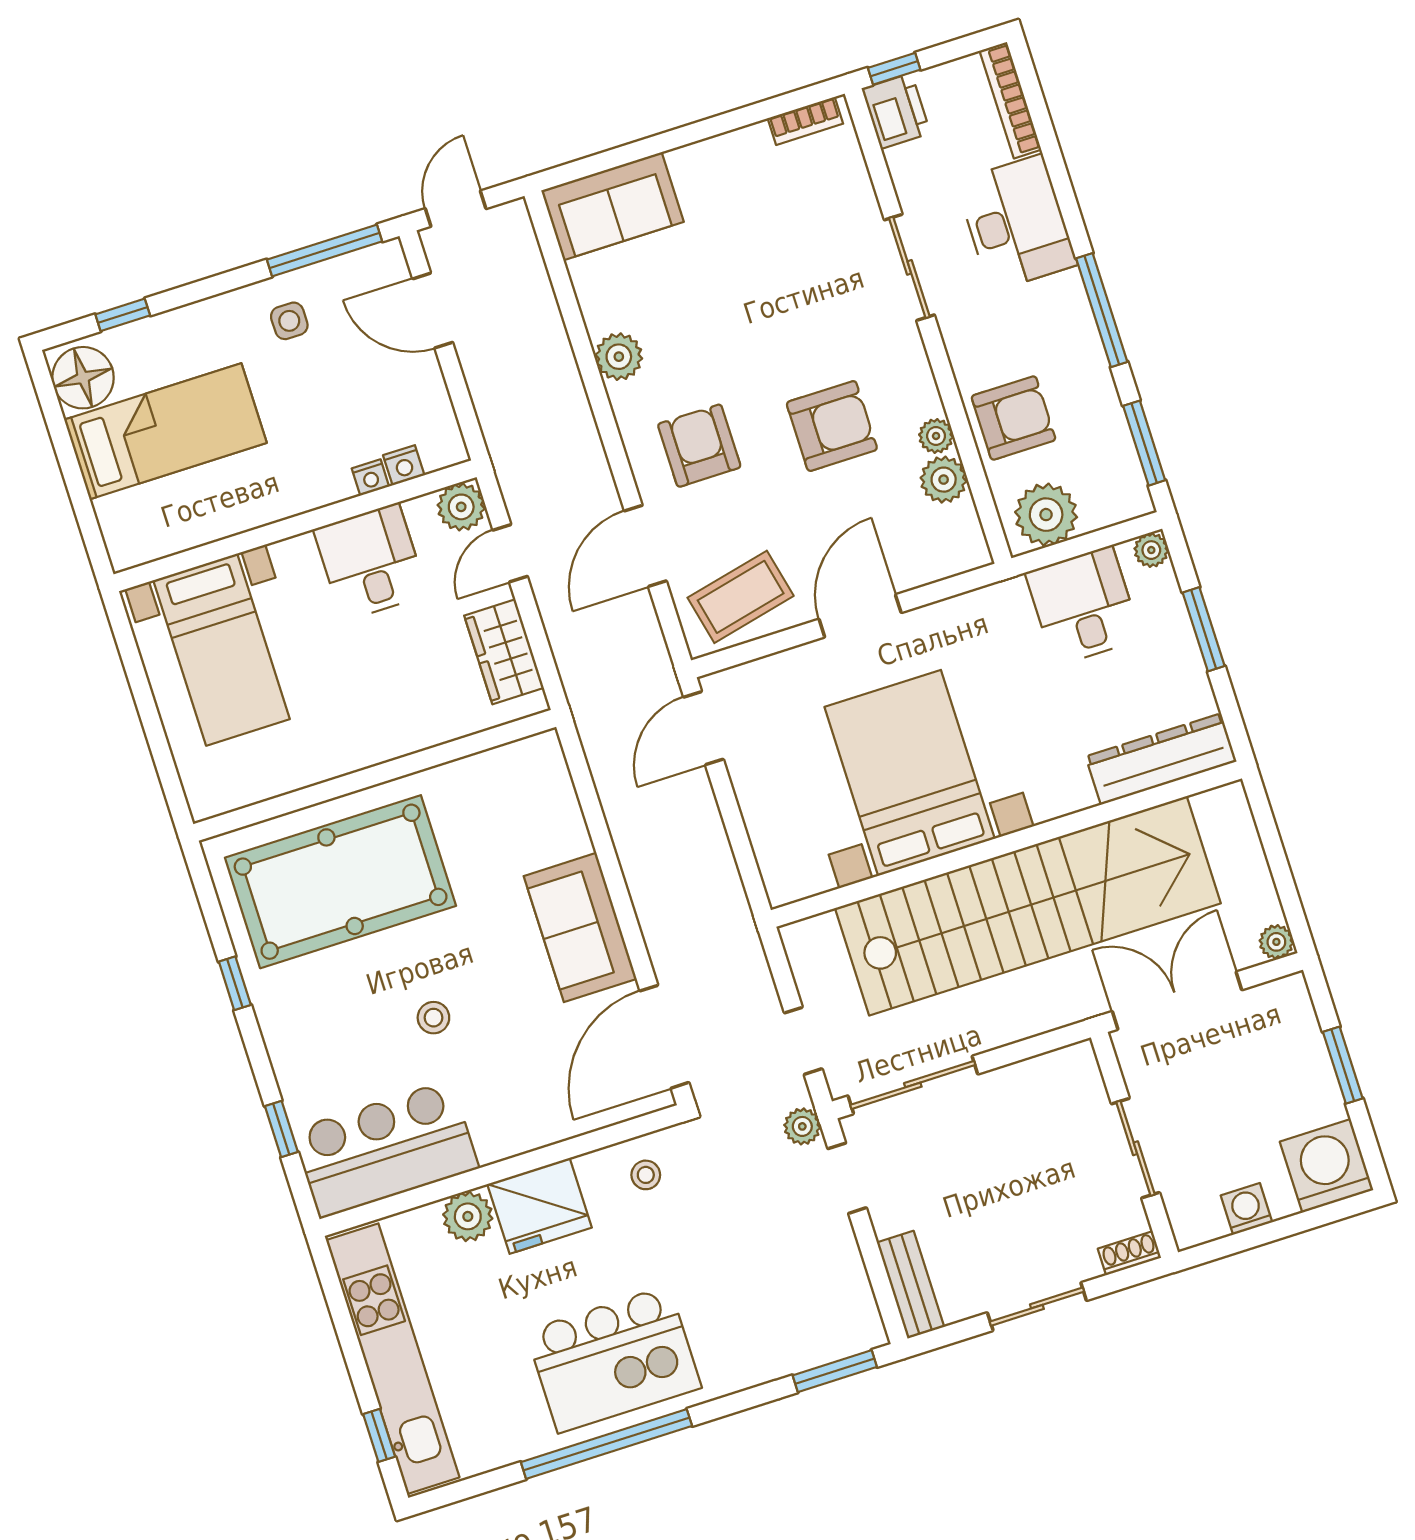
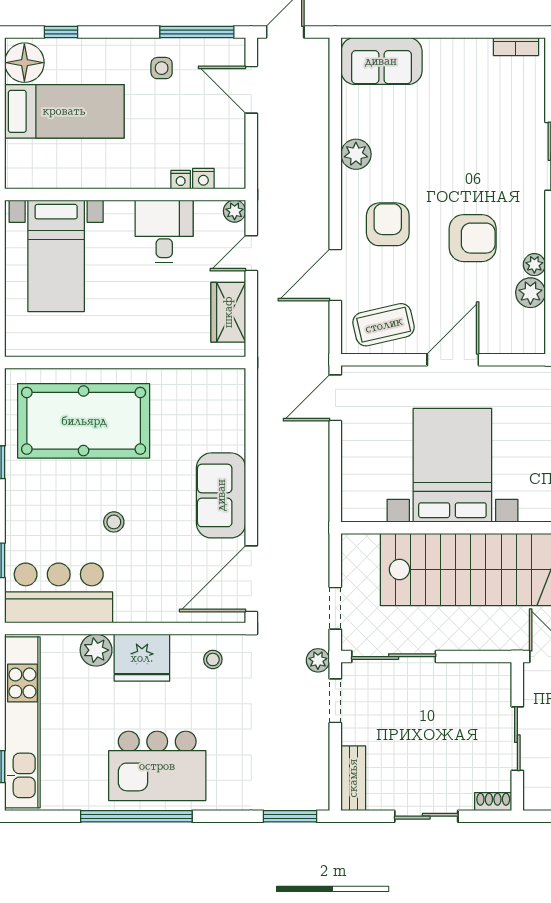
plant: (461, 507) -> (235, 211), width x0.73, depth x0.73

